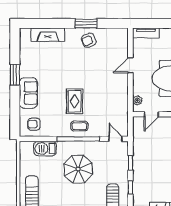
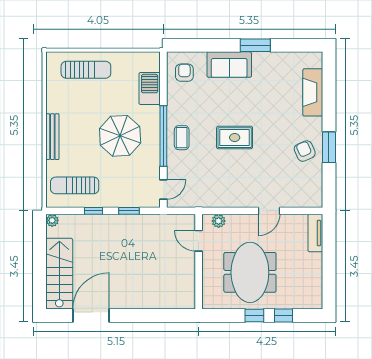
door: (130, 65) -> (269, 211), swing flipped
rug: (75, 101) -> (235, 138), moved

